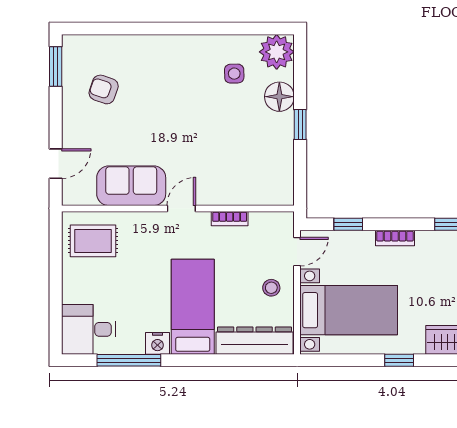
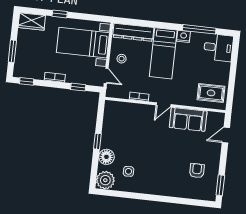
armchair: (104, 89) -> (197, 171), turned -109
door: (297, 252) -> (106, 76), swing flipped

